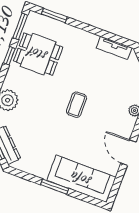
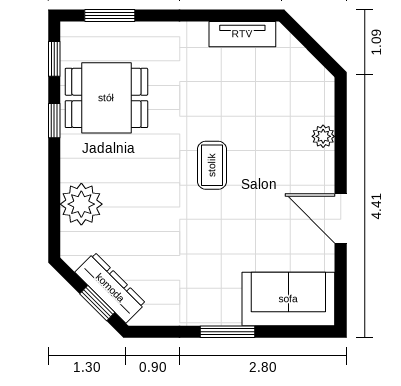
window: (20, 26) -> (54, 59), width x0.67
sofa: (81, 179) -> (288, 299), width x0.73

